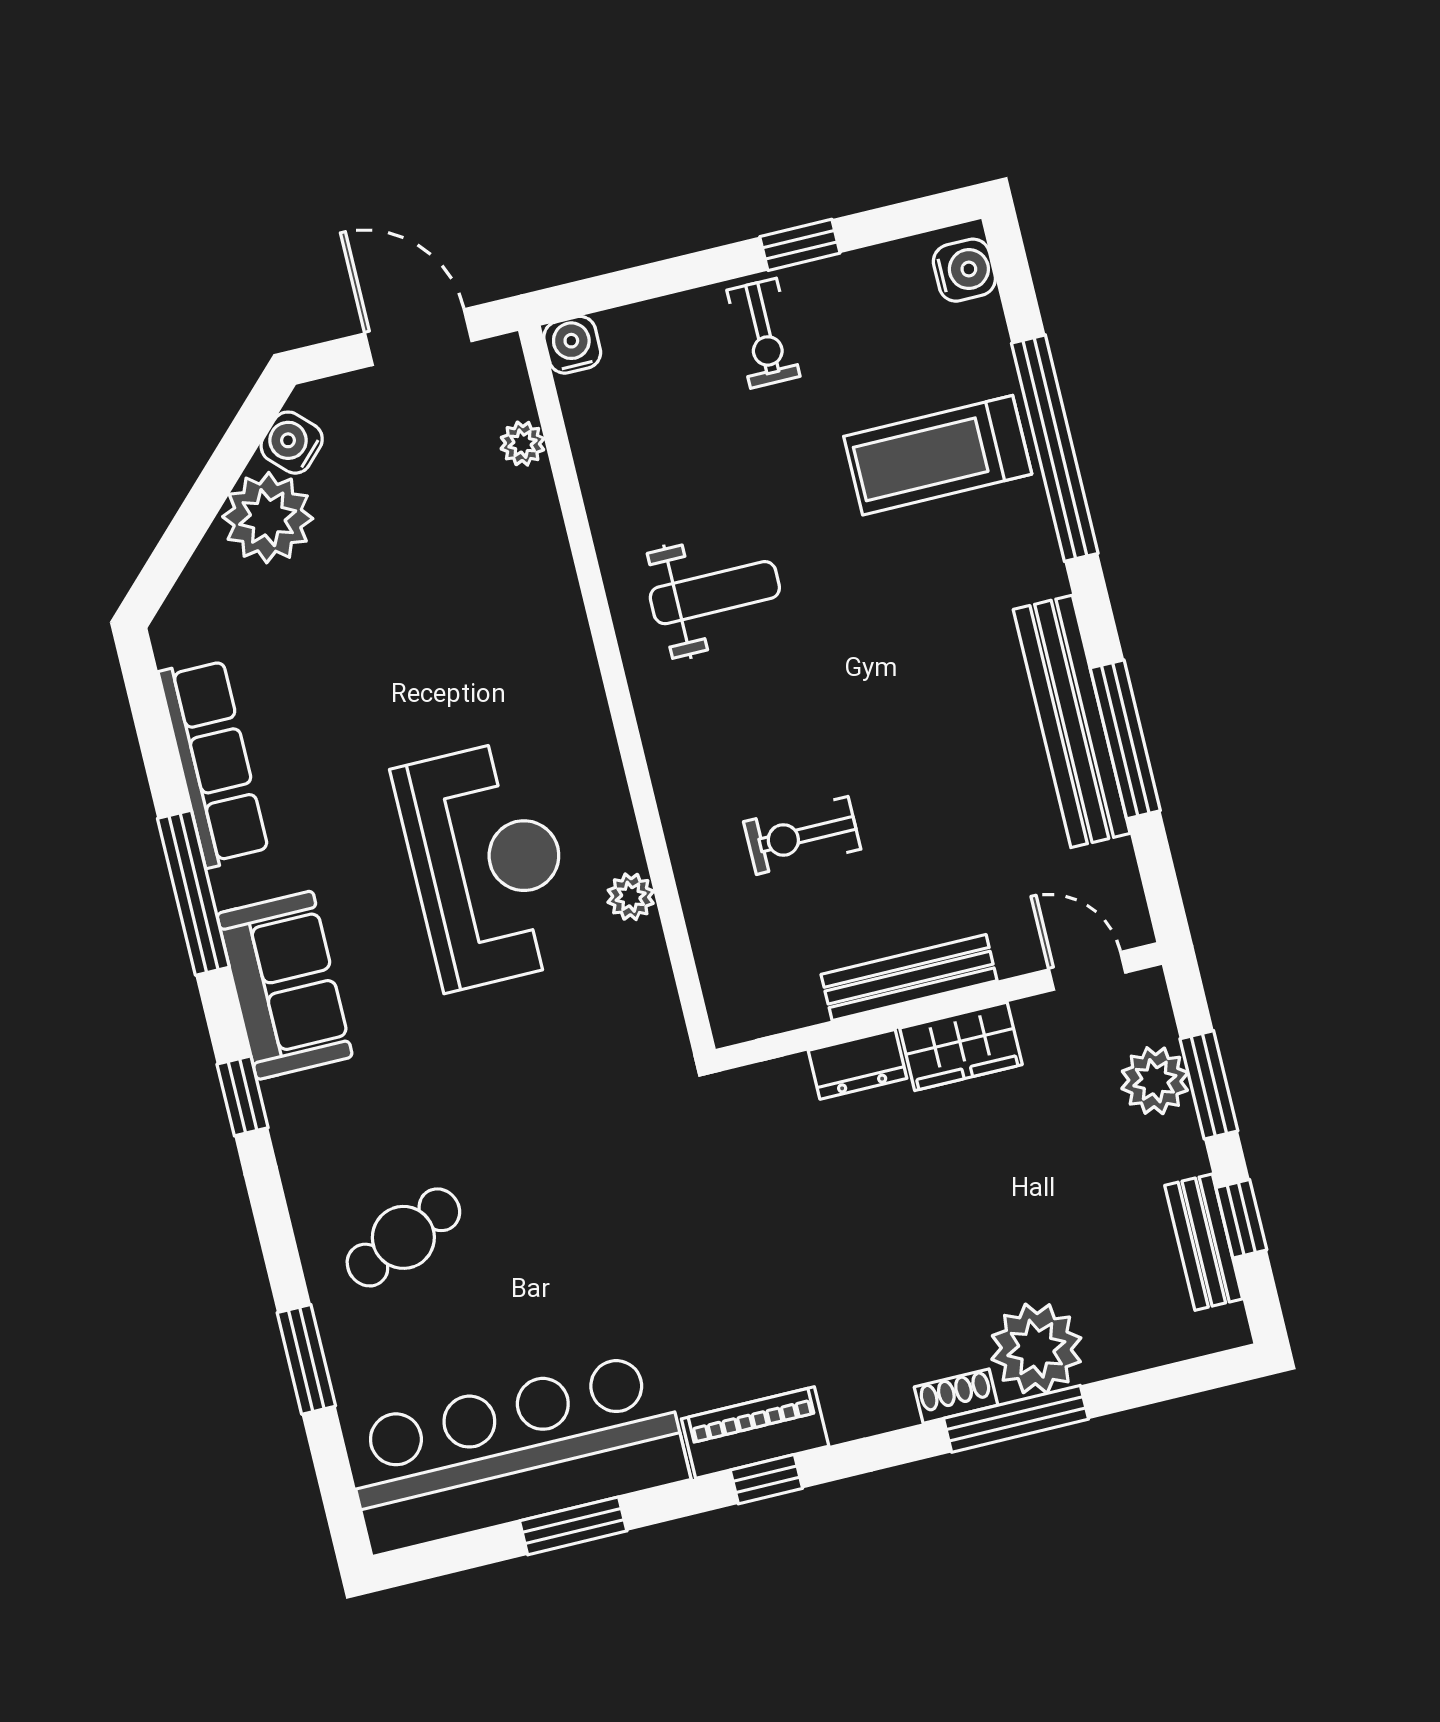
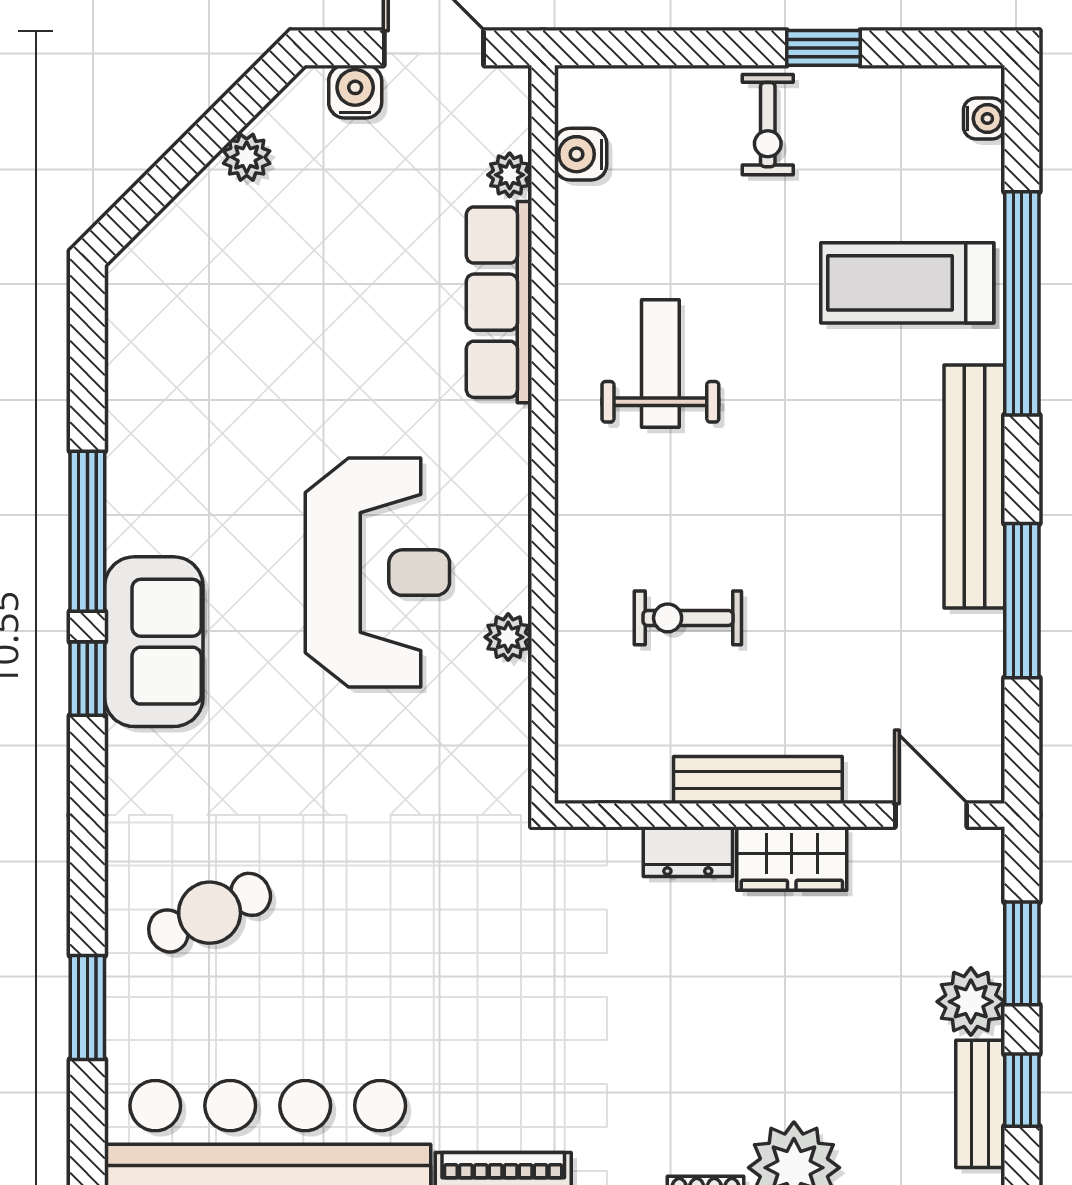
water cooler: (964, 270) -> (984, 119), width x0.72, depth x0.72
water cooler: (572, 345) -> (581, 154), moved, turned -90
water cooler: (292, 443) -> (355, 92), moved, turned 45
plant: (268, 518) -> (247, 157), width x0.53, depth x0.53
weight bench: (715, 593) -> (660, 363), turned -90
bench: (1072, 721) -> (974, 486), moved
row of seats: (214, 763) -> (499, 302), moved, turned 180
plant: (1155, 1081) -> (971, 1002), moved
window: (243, 1096) -> (87, 679), moved

